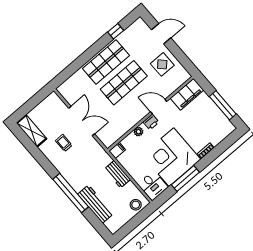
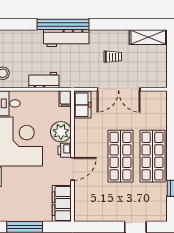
display table: (162, 64) -> (107, 204), removed
plant: (138, 132) -> (61, 132), width x1.88, depth x1.88
freezer: (112, 136) -> (82, 105), added
workbench: (95, 204) -> (66, 38), moved

